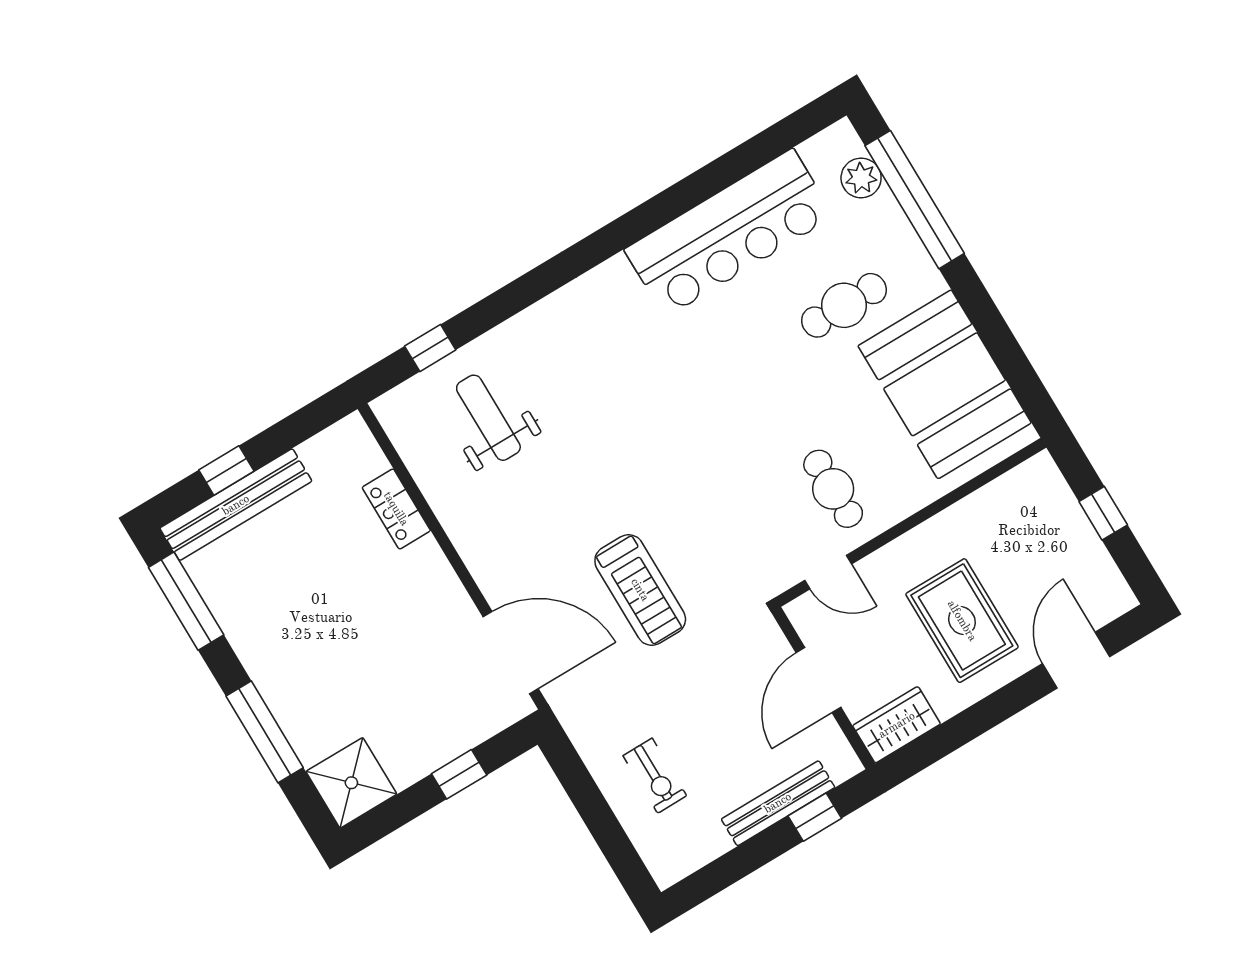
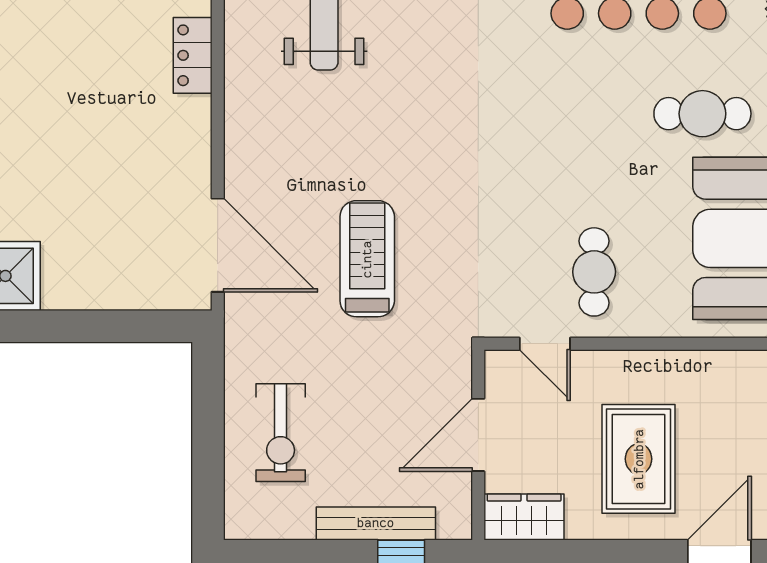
treadmill: (640, 590) -> (367, 259), turned 180
window: (459, 774) -> (106, 326), removed
exercise bike: (655, 776) -> (281, 433), width x1.38, depth x1.39

